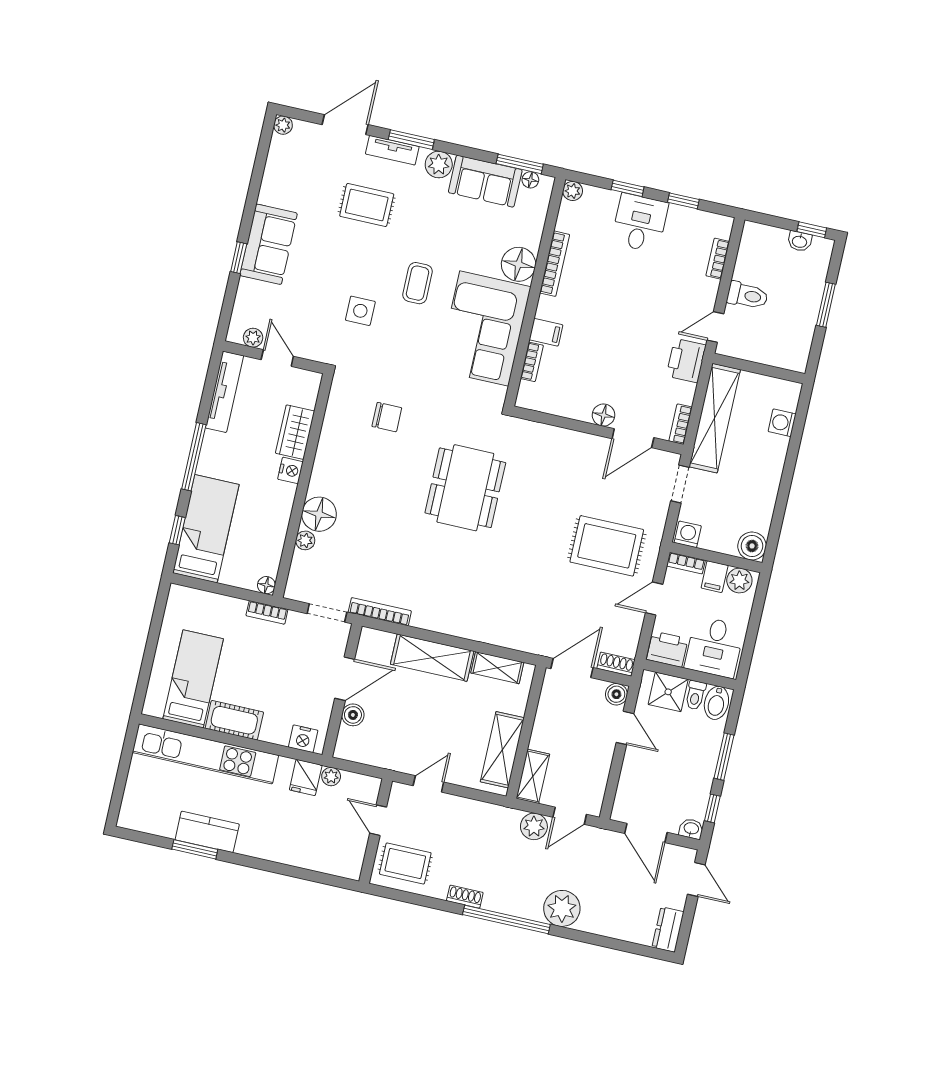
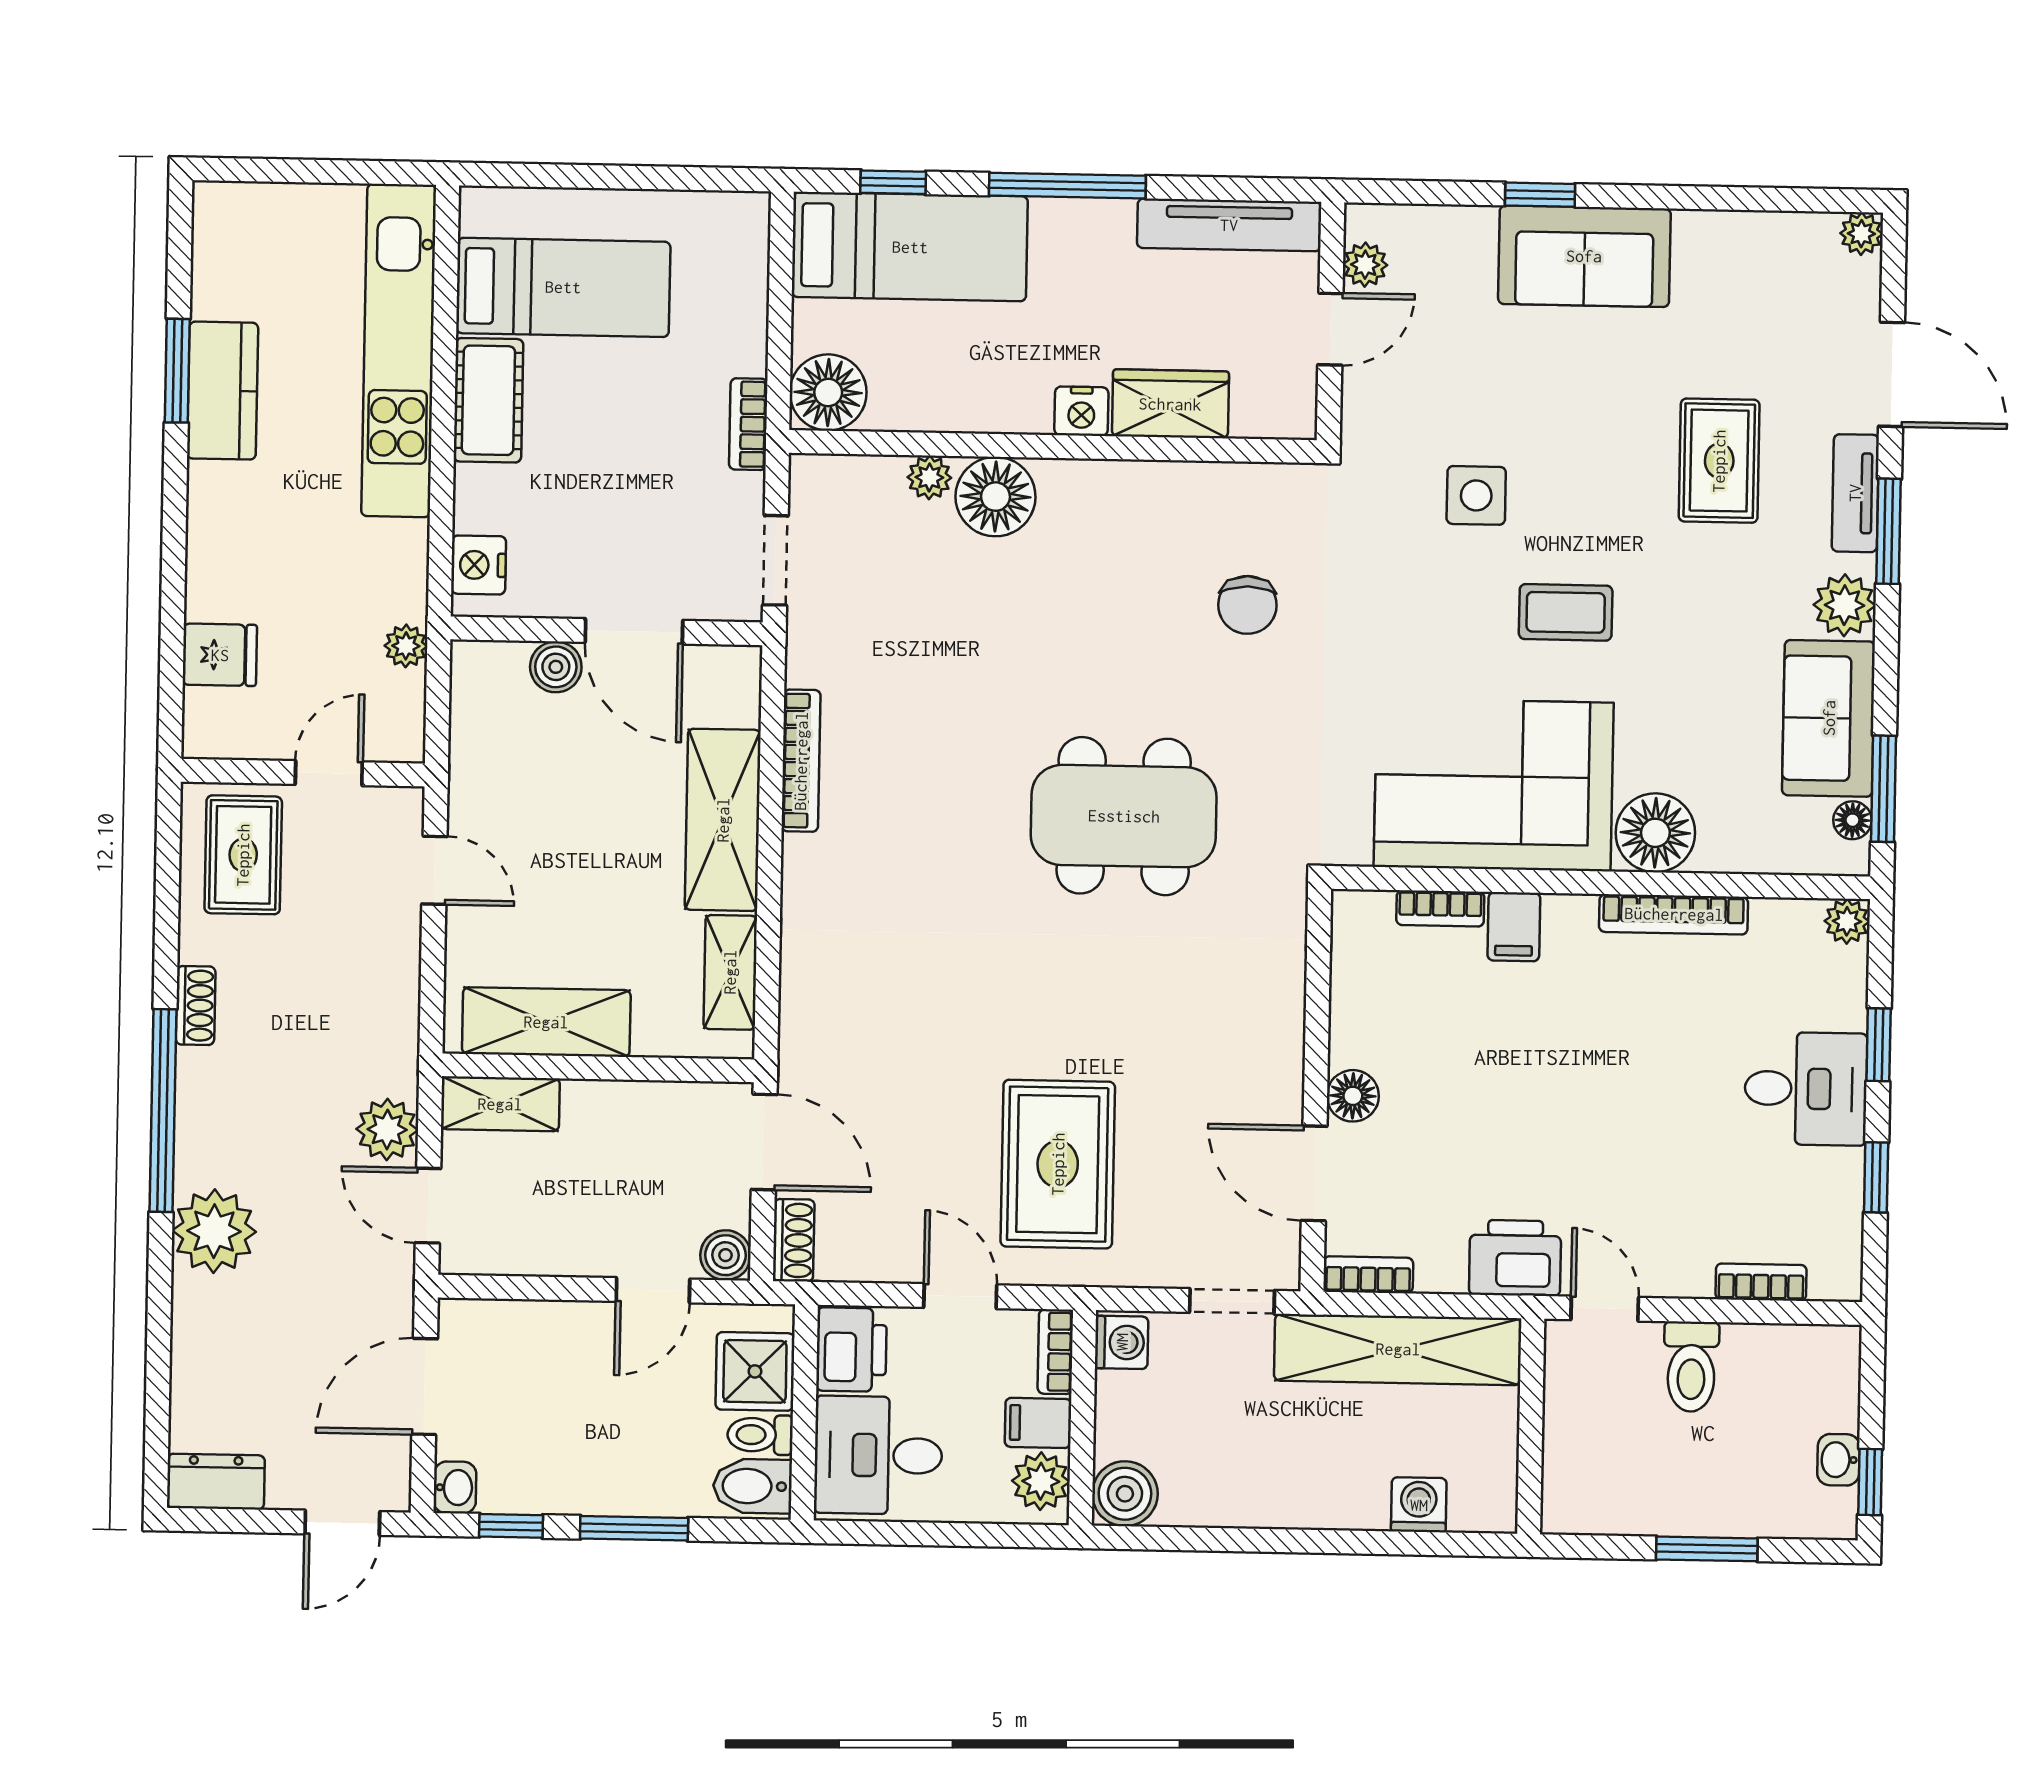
floor lamp: (266, 585) -> (828, 392), width x1.89, depth x1.89
bookcase: (380, 612) -> (801, 761), moved
fridge: (306, 777) -> (220, 655), moved, turned 180

